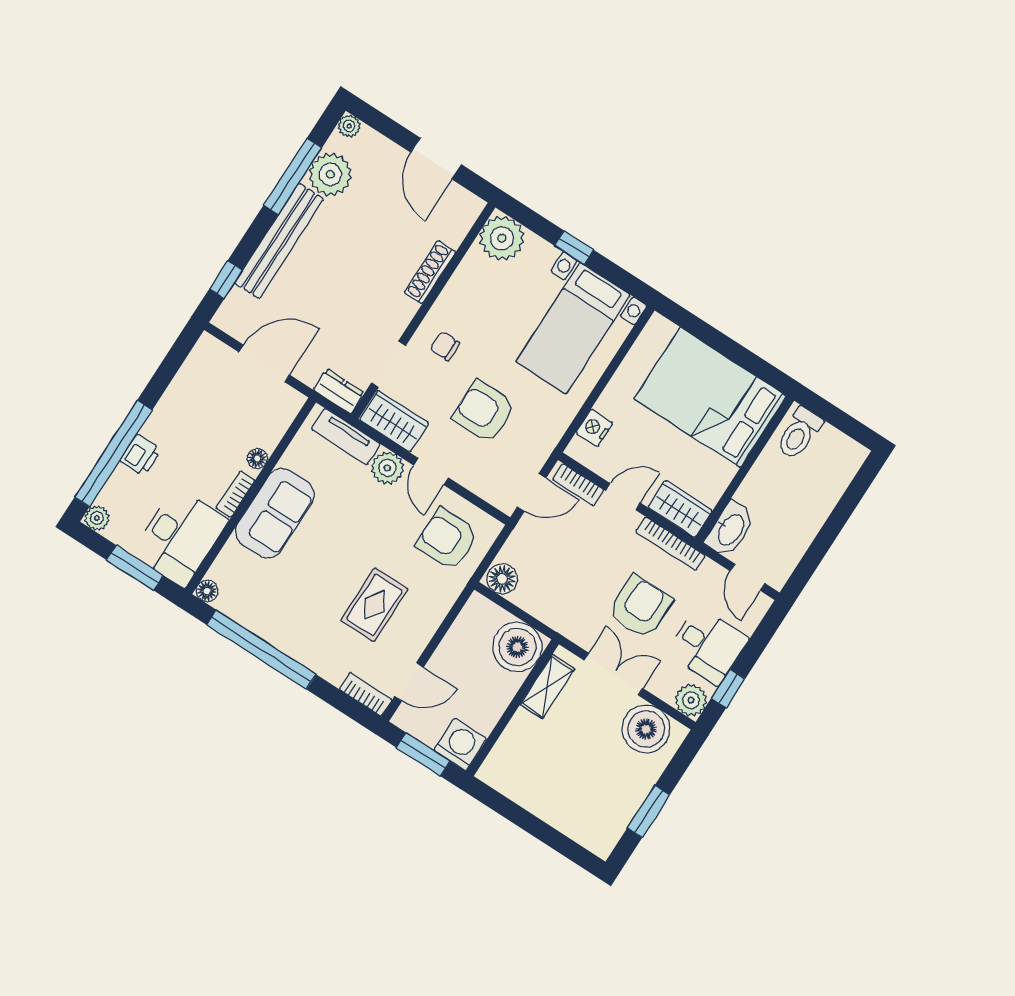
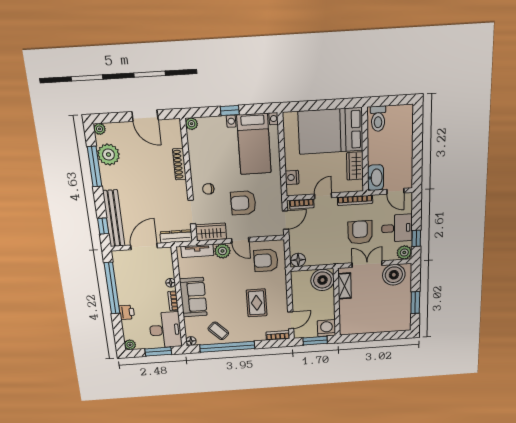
plant: (502, 238) -> (192, 124), width x0.53, depth x0.53
bench: (279, 241) -> (114, 218), moved
dresser: (339, 391) -> (176, 237), width x1.44
window: (113, 454) -> (112, 288), moved
wardrobe: (680, 509) -> (355, 166), moved, turned -90
coffee table: (269, 608) -> (218, 331), added

